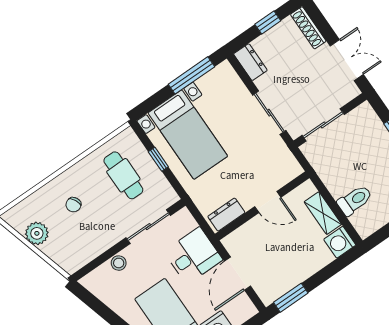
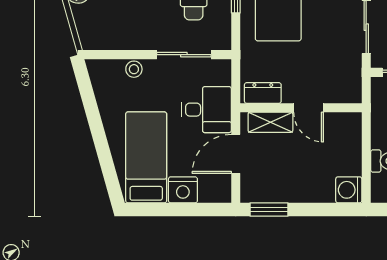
shelving: (323, 213) -> (270, 122), moved, turned 90

